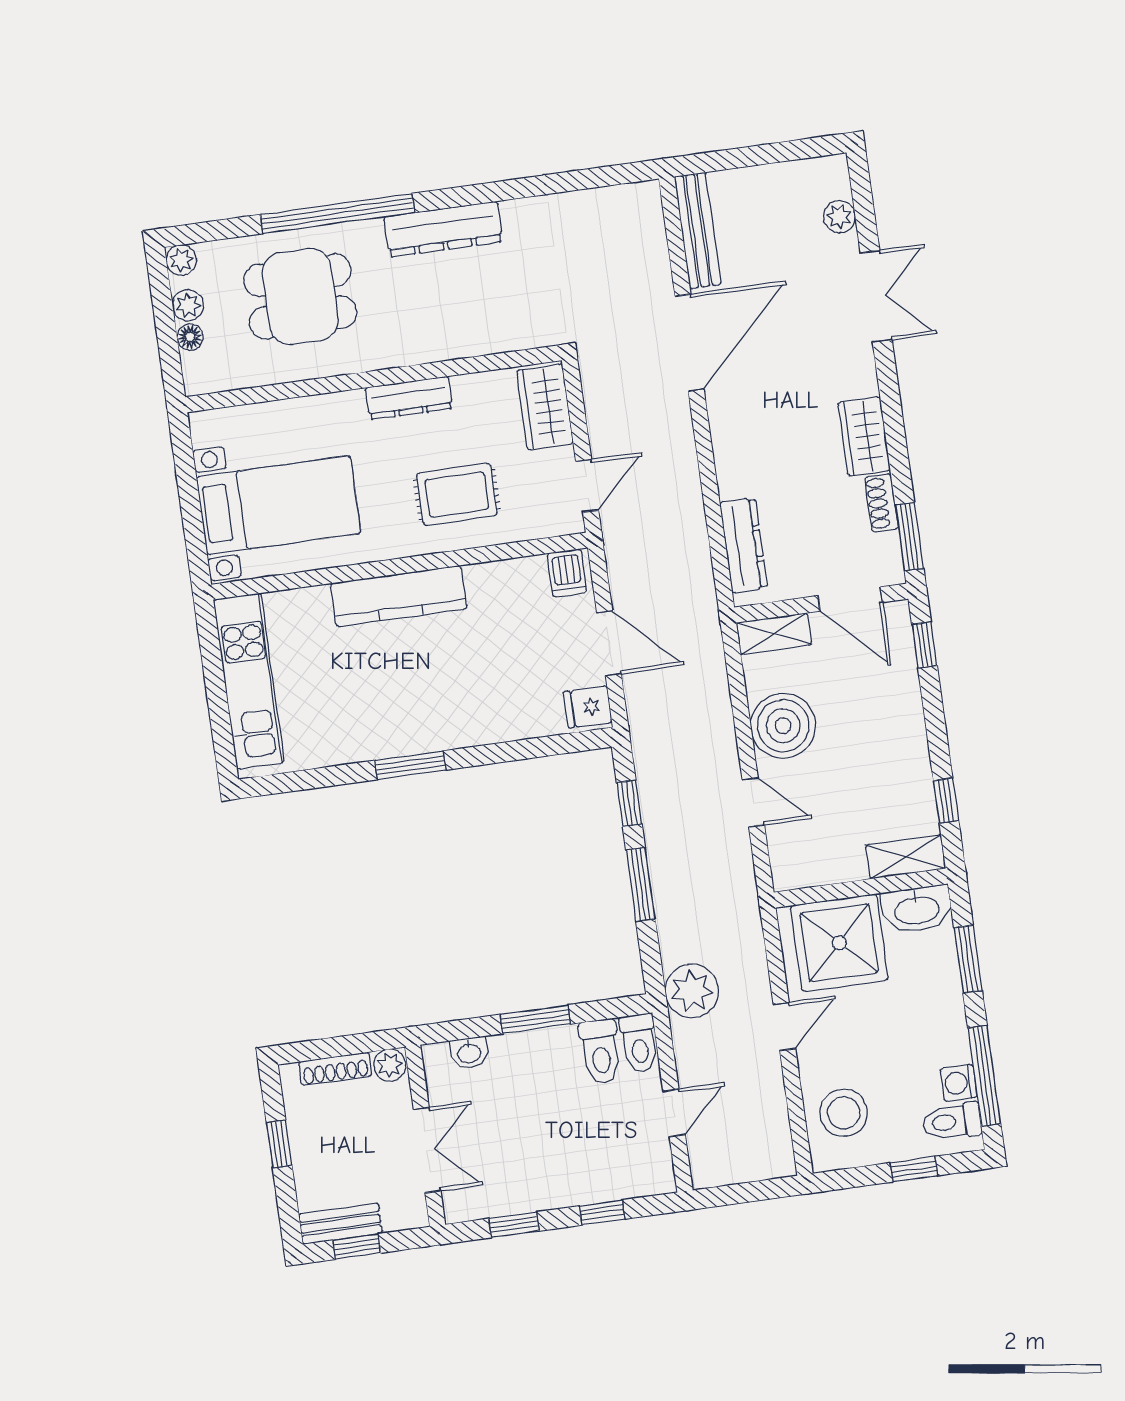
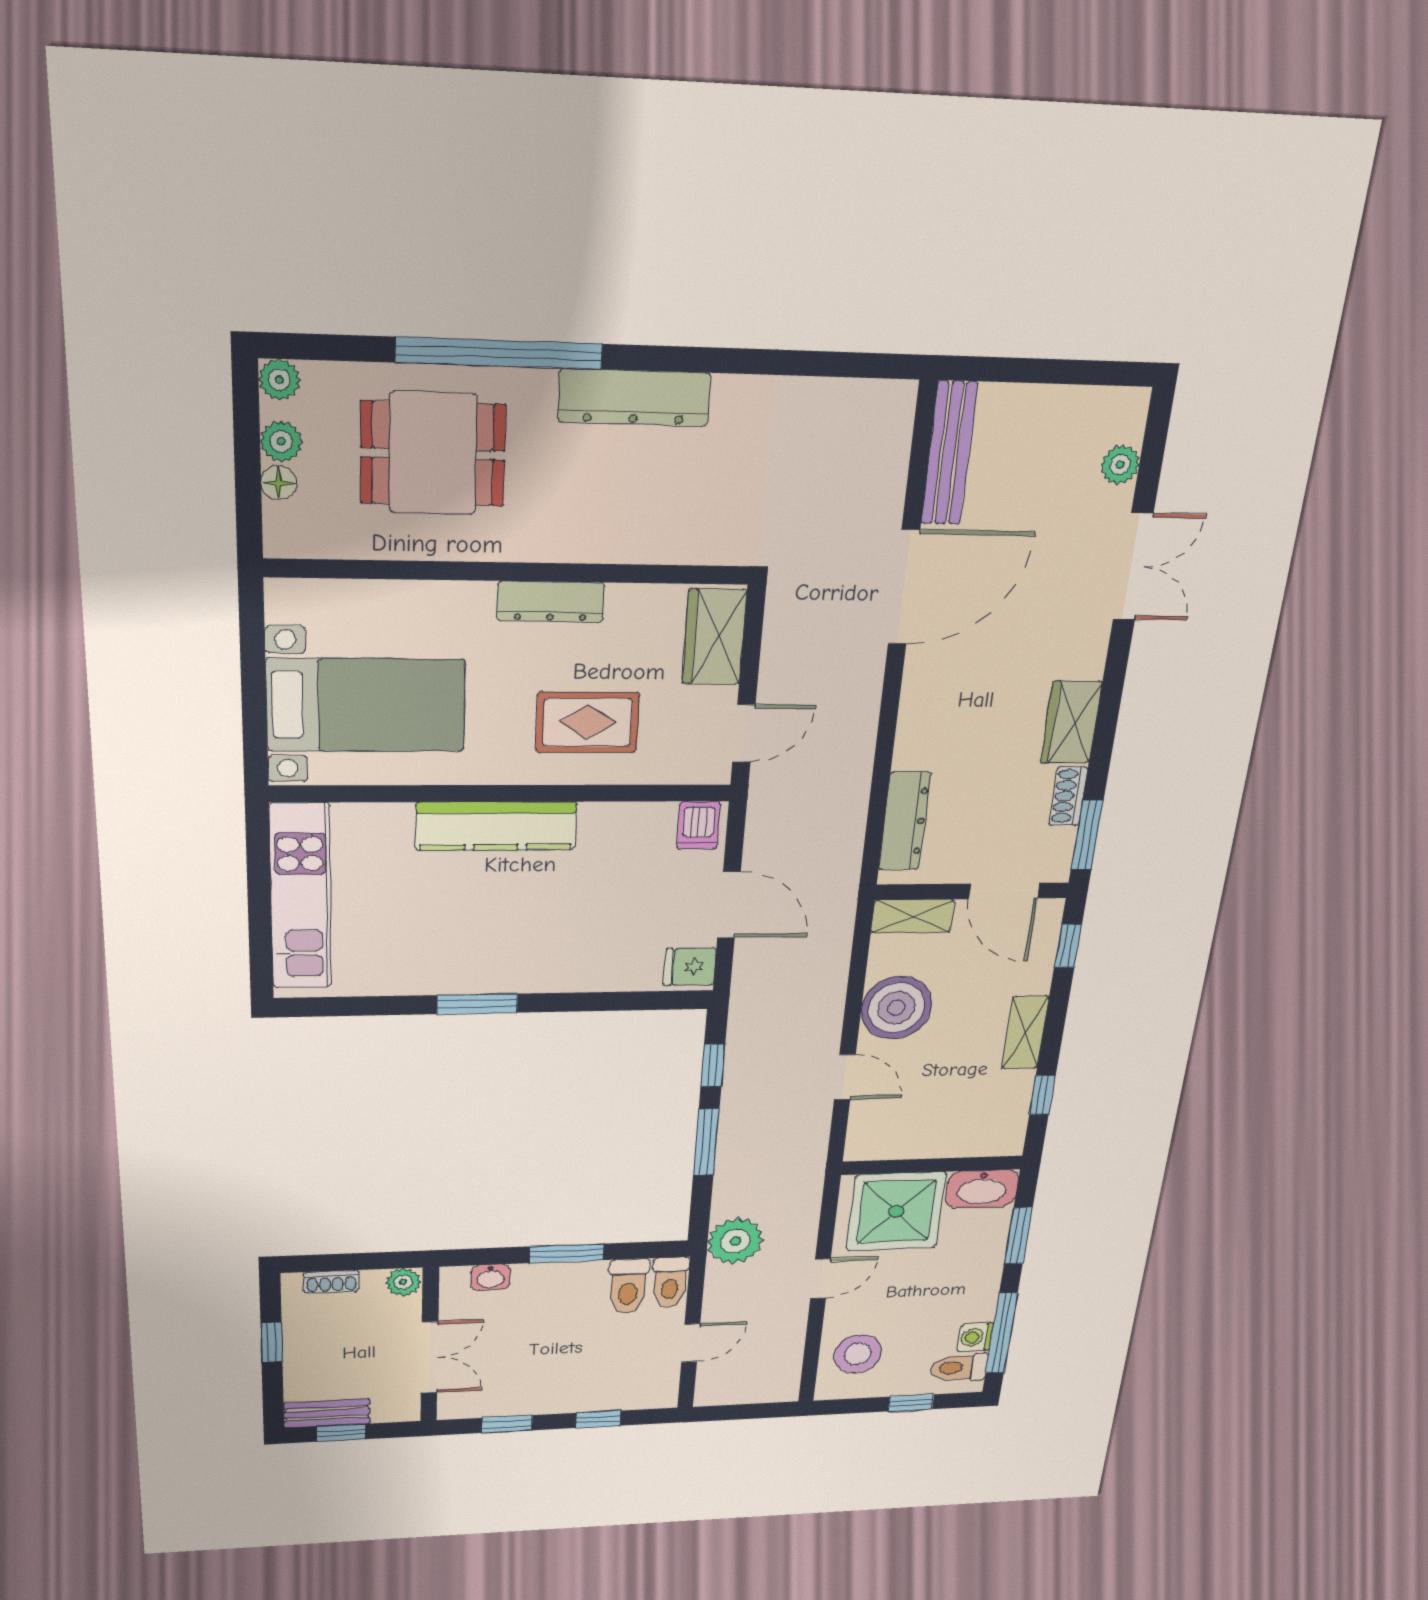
shelving: (906, 857) -> (1025, 1032), moved, turned 90
shoe rack: (335, 1069) -> (331, 1282), width x0.70

